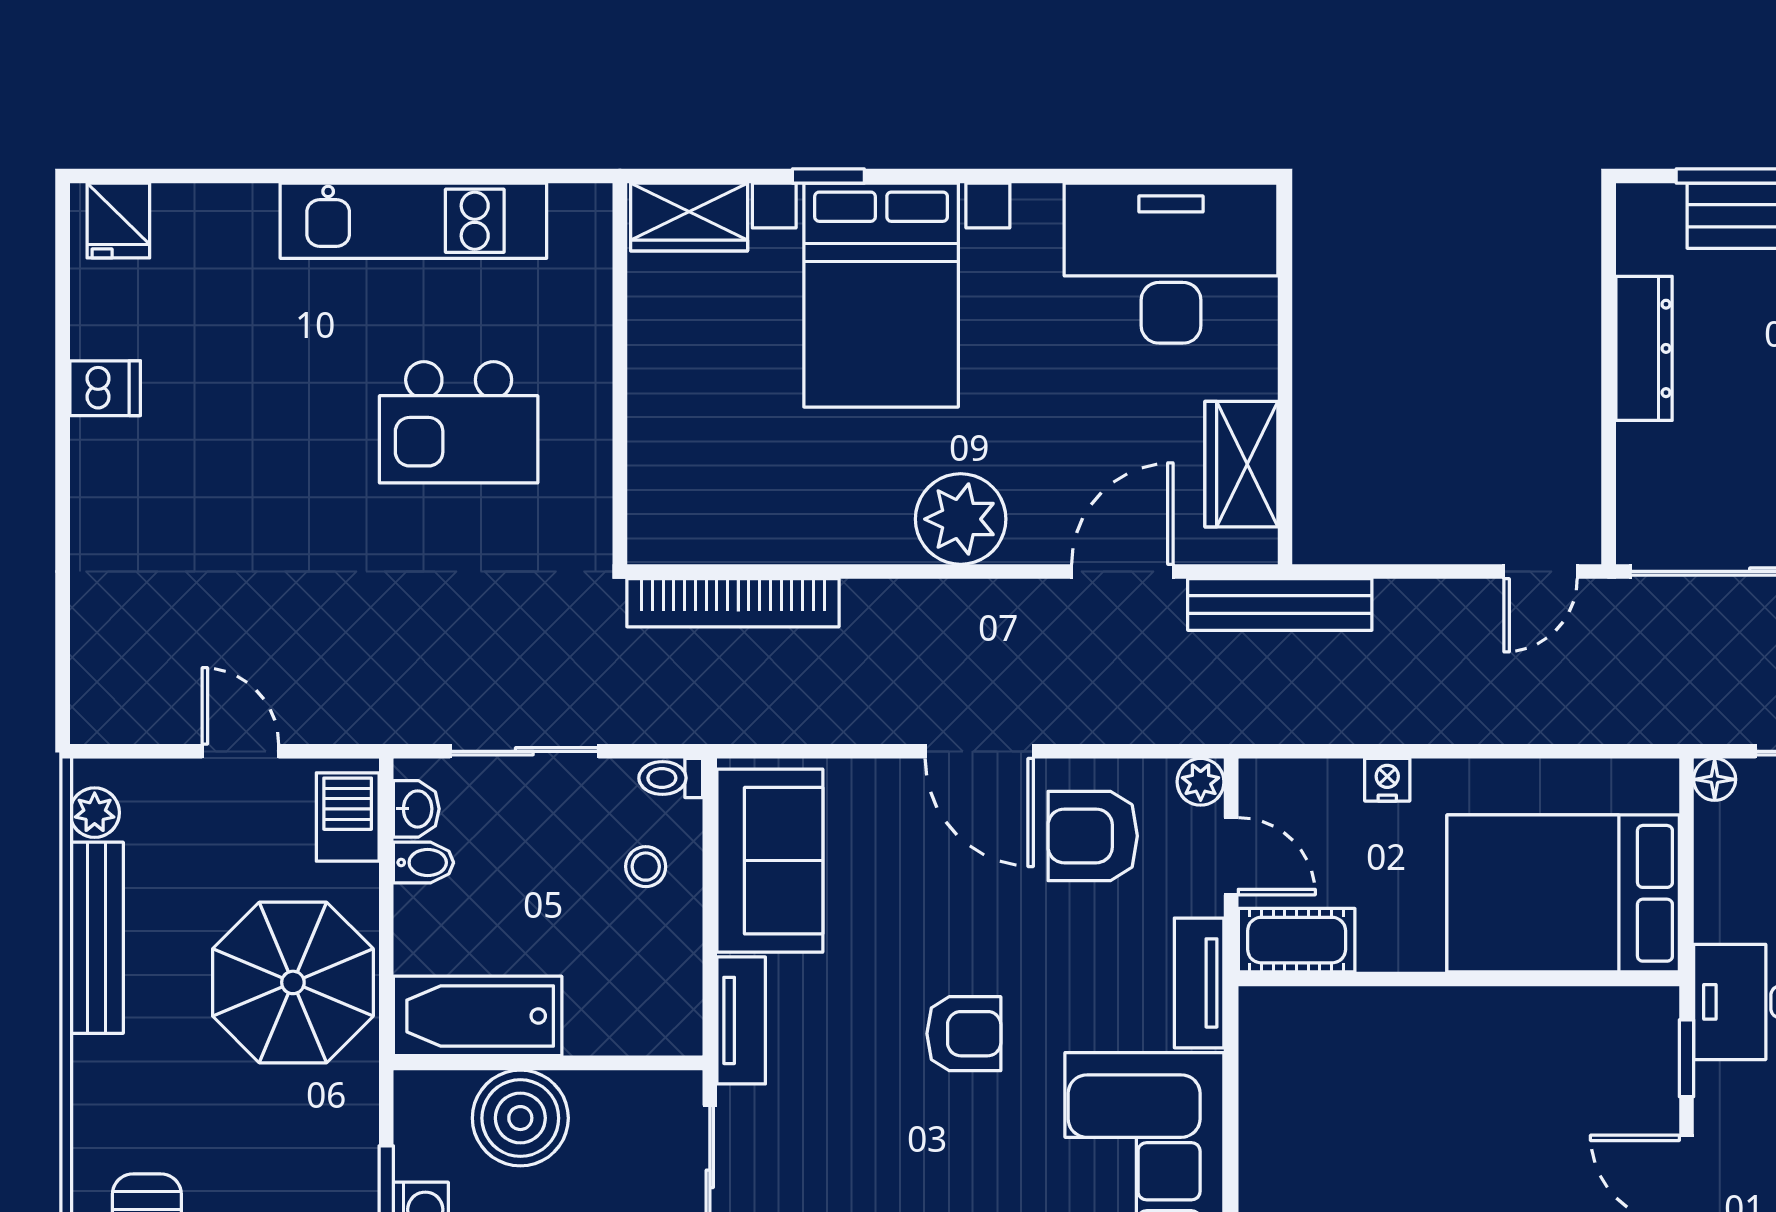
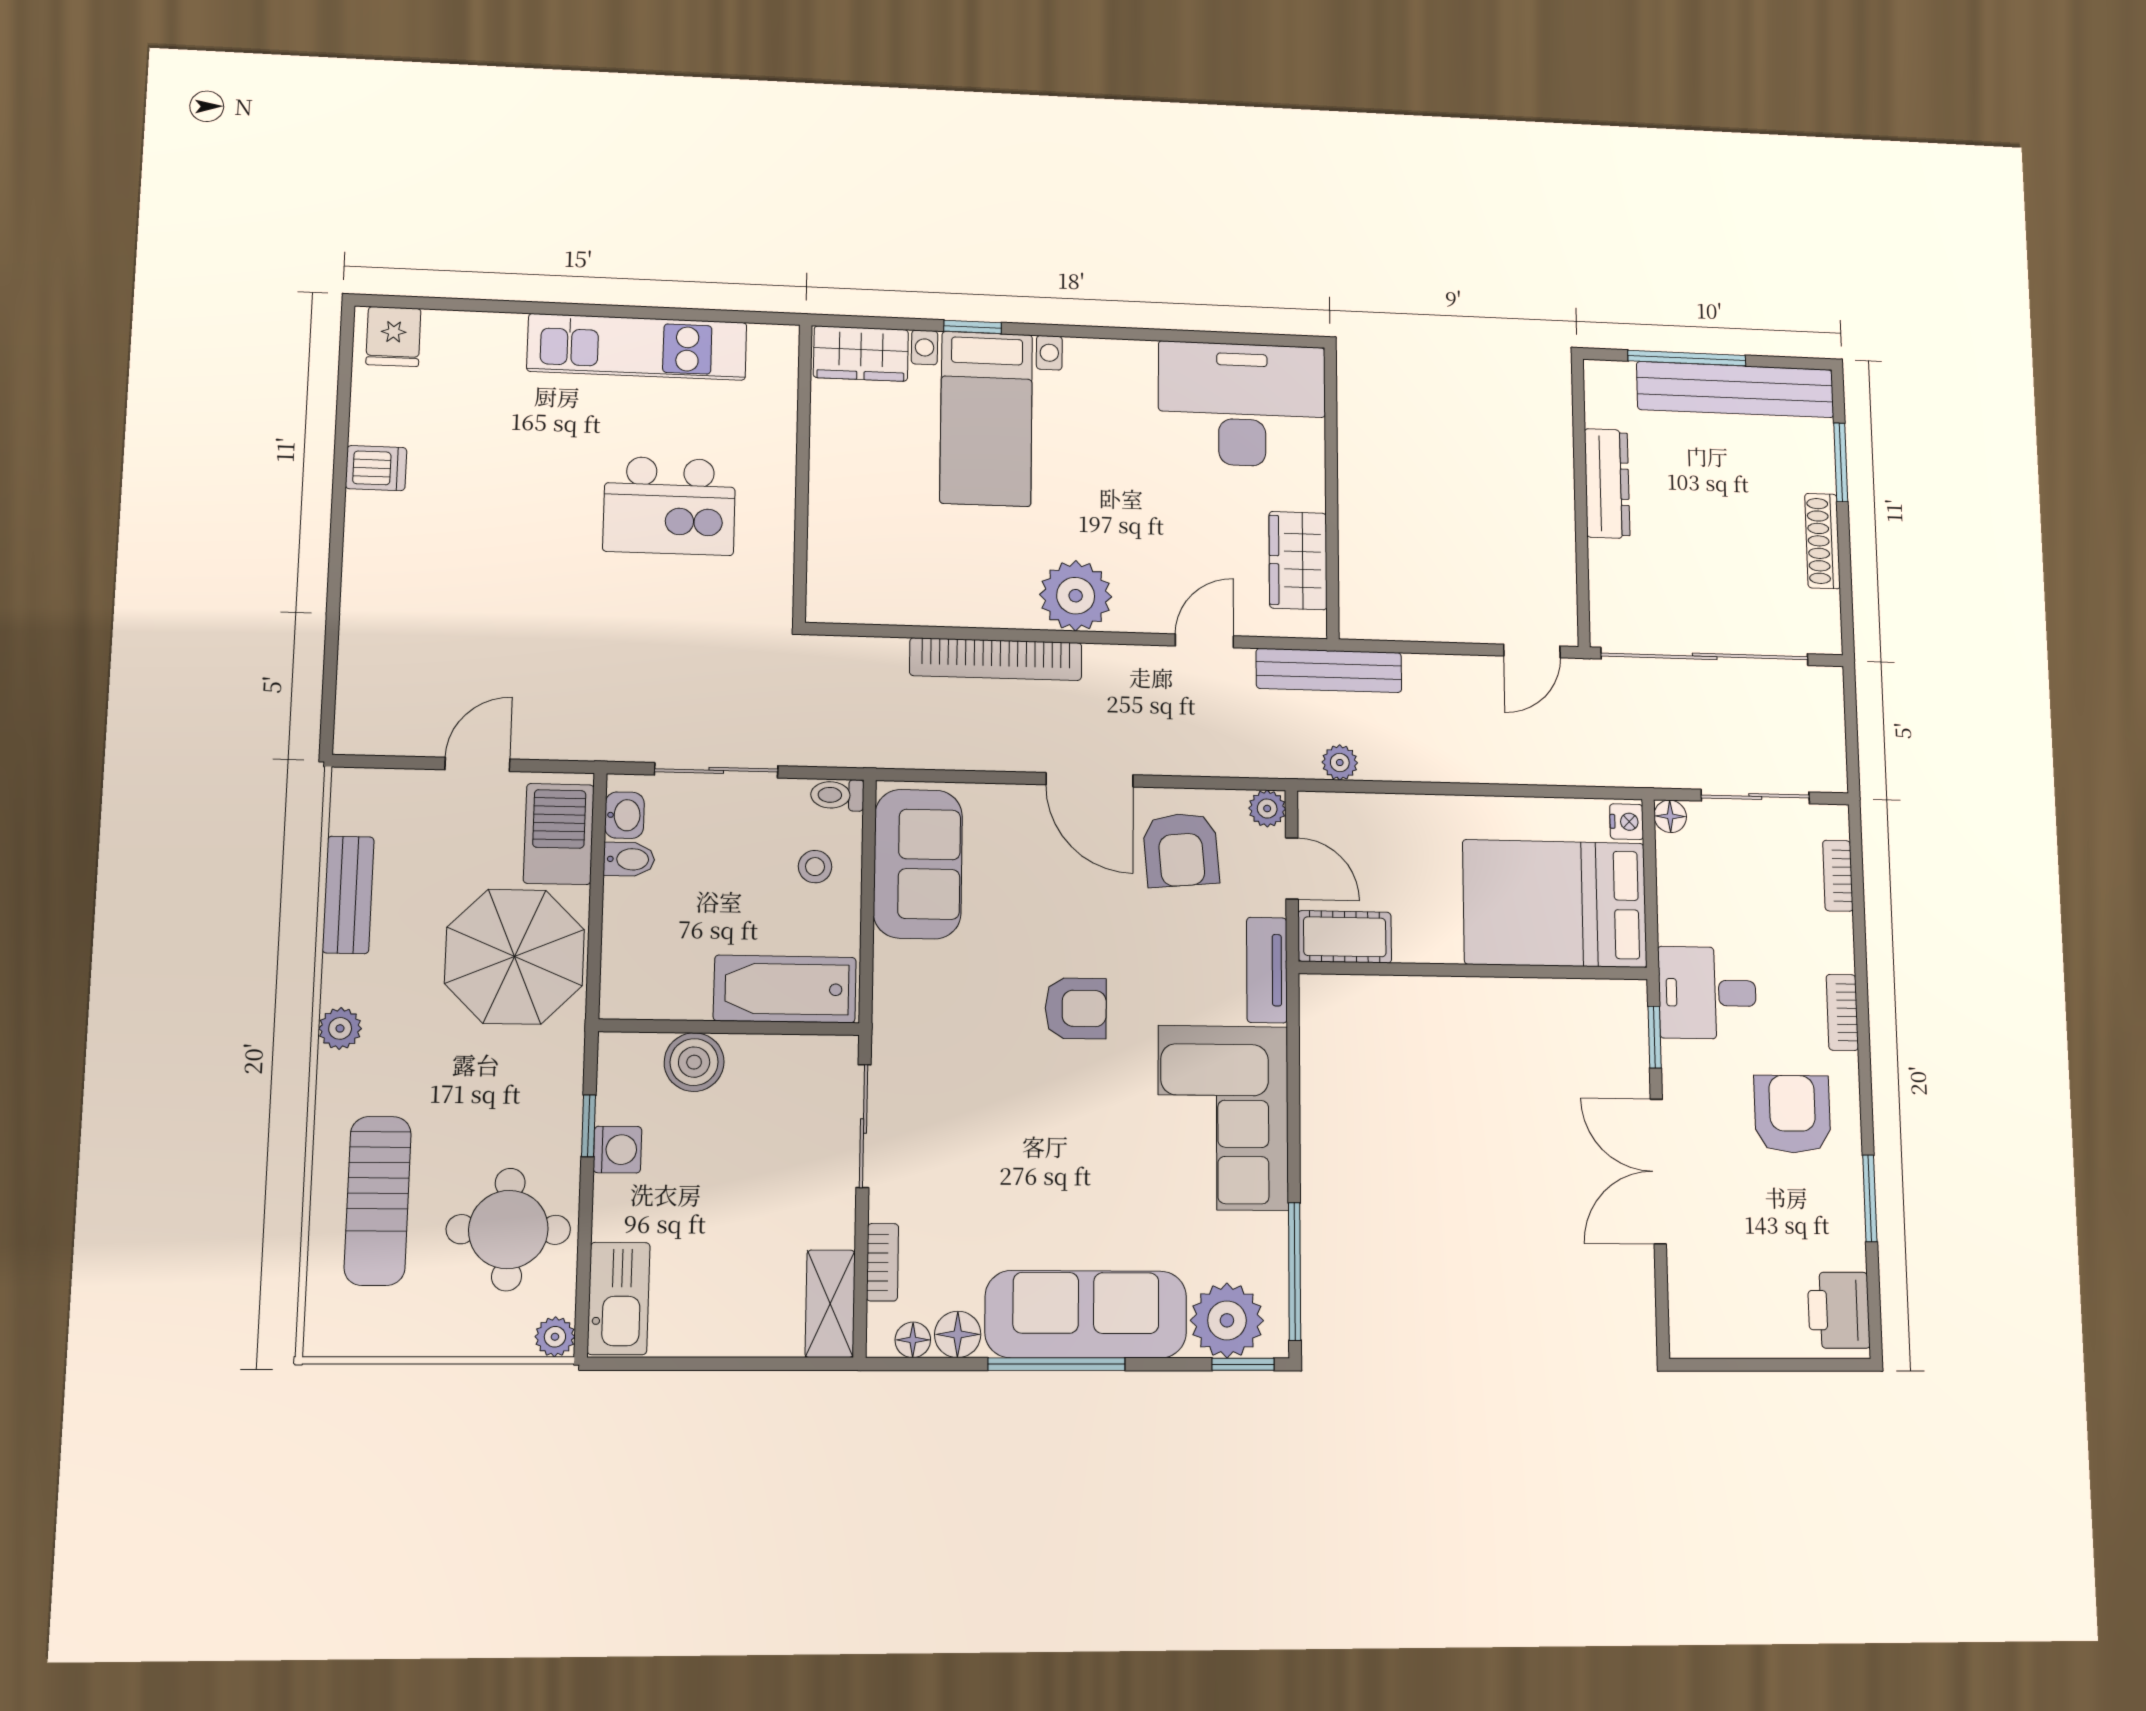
bed with nightstands: (881, 295) -> (986, 419), width x0.73
door: (1122, 571) -> (1204, 641), width x0.73
bookcase: (733, 603) -> (996, 659), moved
plant: (1292, 721) -> (1340, 763), added
door: (240, 751) -> (477, 764), hinge flipped
nightstand: (1387, 780) -> (1627, 822), moved, turned 90
plant: (95, 813) -> (340, 1028), moved
barbecue: (348, 817) -> (559, 834), width x1.38, depth x1.27
armchair: (1093, 836) -> (1181, 850), turned -95
bench: (97, 938) -> (348, 895), width x0.73
bathtub: (478, 1016) -> (785, 989), moved
tv unit: (741, 1020) -> (892, 994), removed
boiler: (520, 1118) -> (694, 1062), width x0.73, depth x0.73

